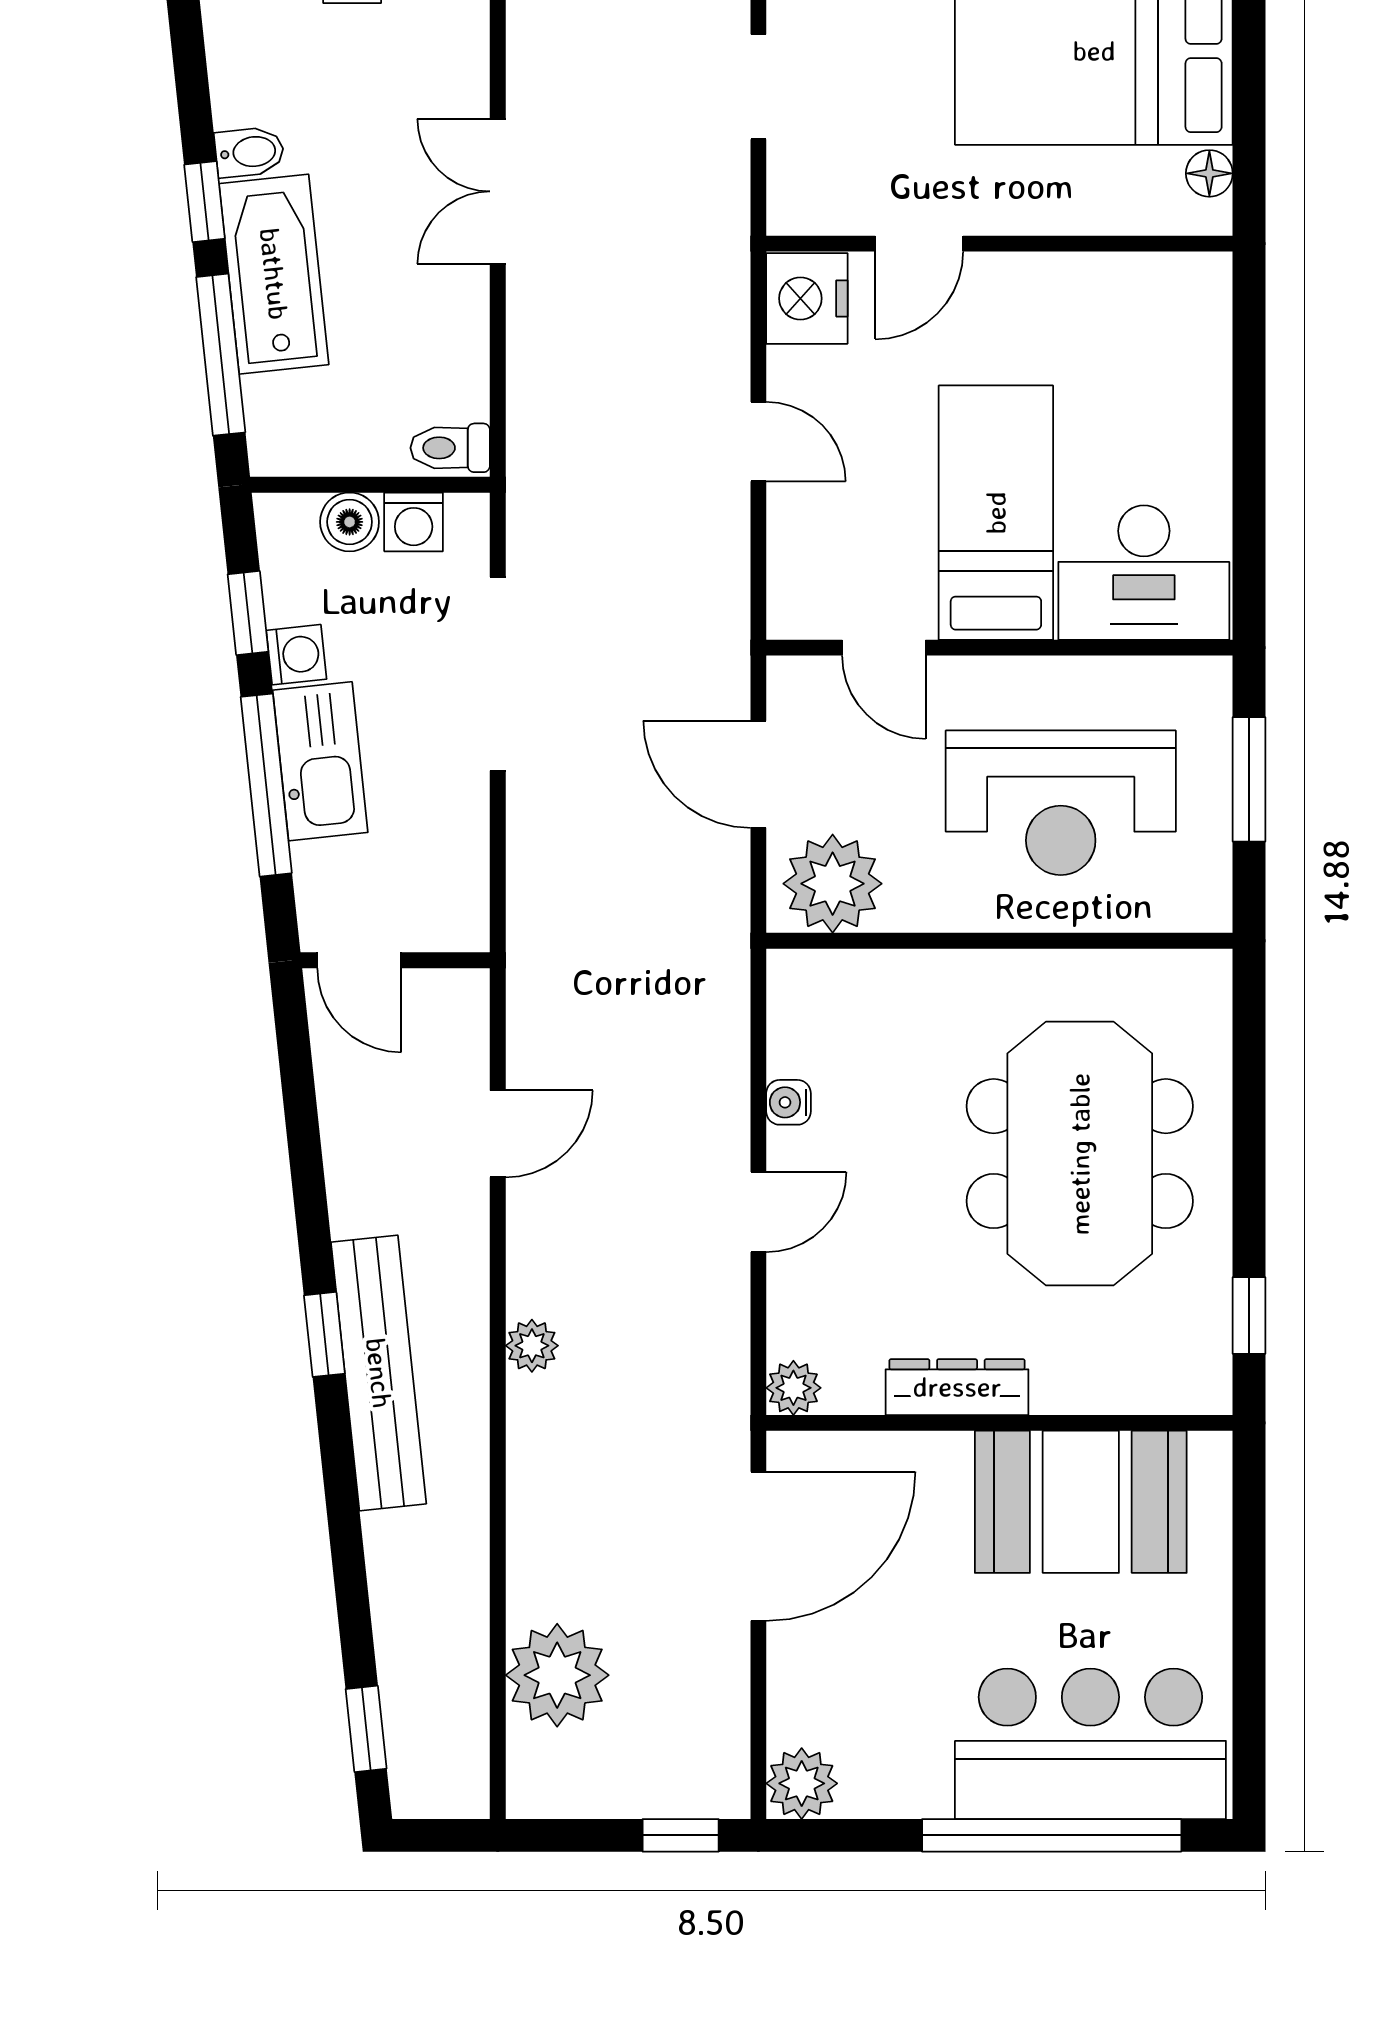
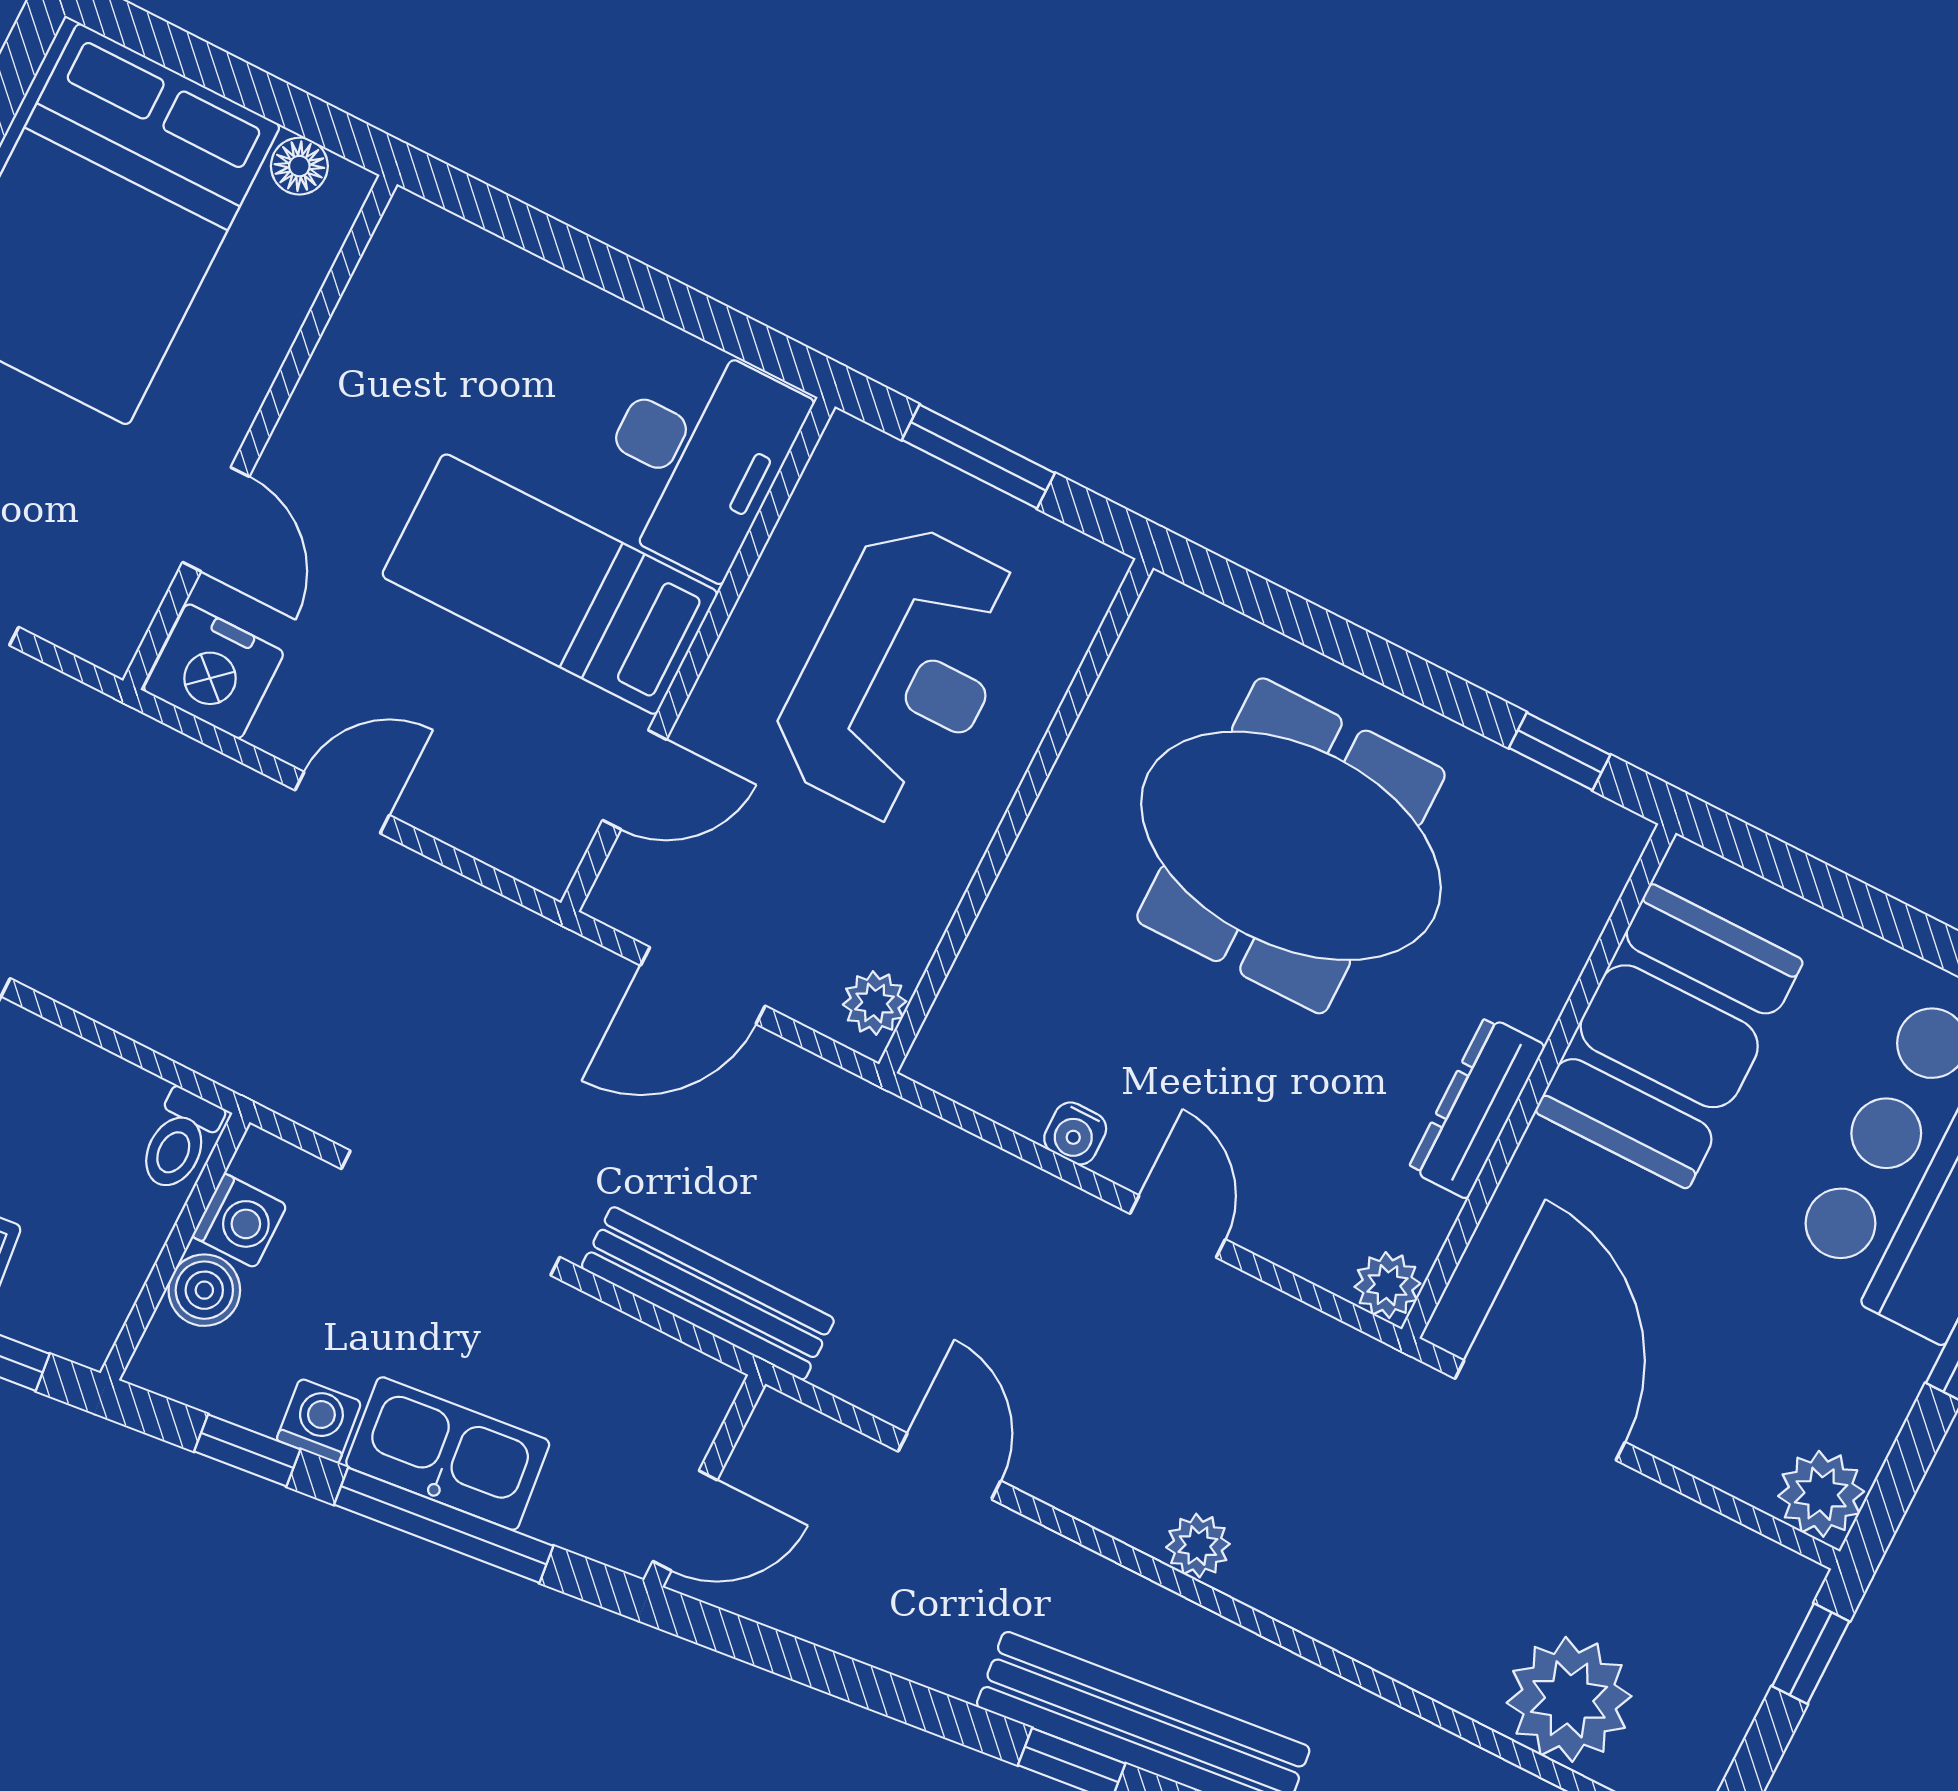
plant: (833, 884) -> (875, 1003), width x0.53, depth x0.53
bench: (534, 892) -> (708, 1293), added

